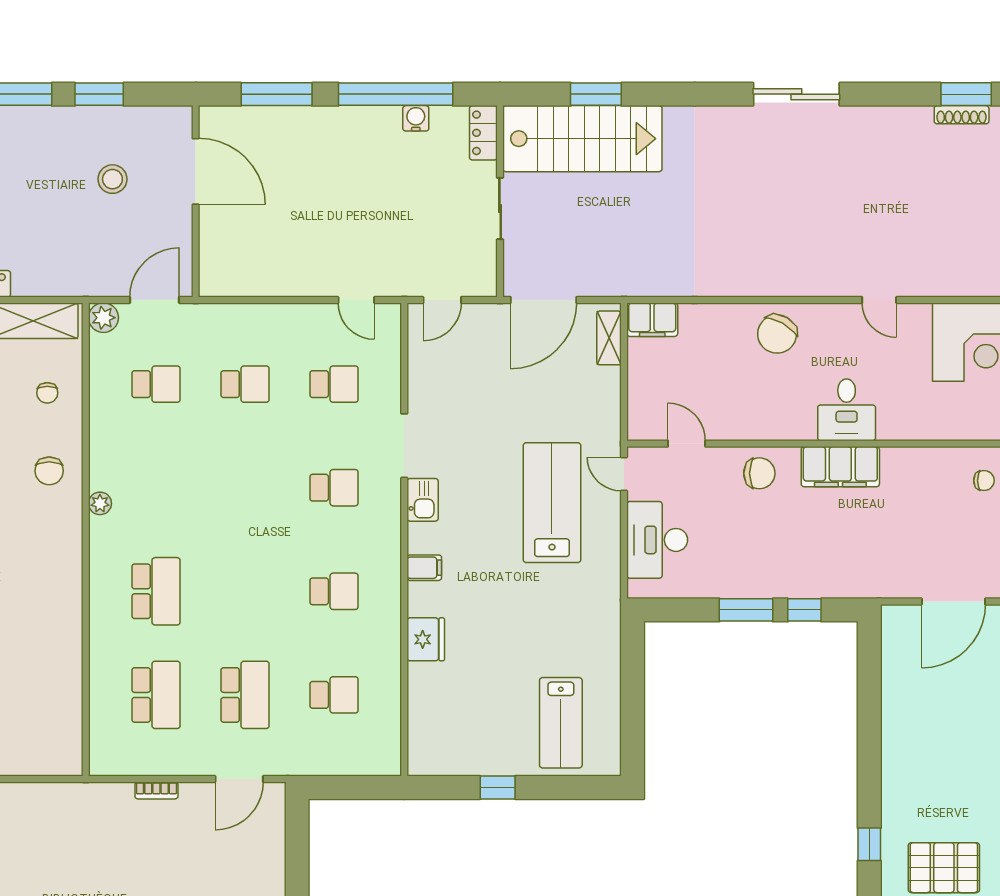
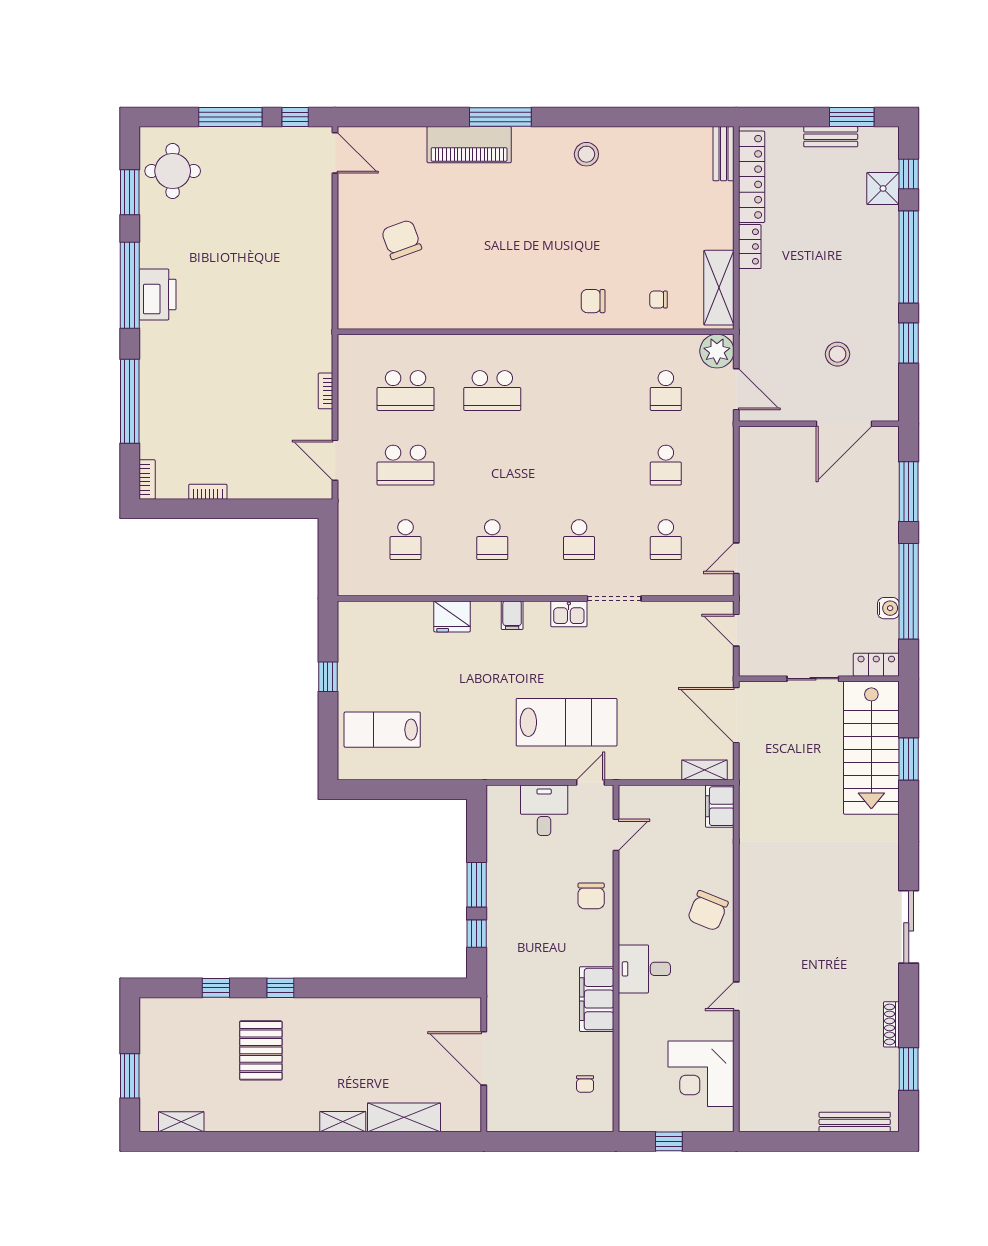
shoe rack: (962, 115) -> (891, 1024), moved
plant: (103, 318) -> (717, 351), width x1.36, depth x1.36
chair: (777, 334) -> (708, 911), turned -98
filing cabinet: (840, 467) -> (597, 999), moved
plant: (100, 503) -> (566, 344), removed
desk: (657, 540) -> (544, 810), width x0.73

